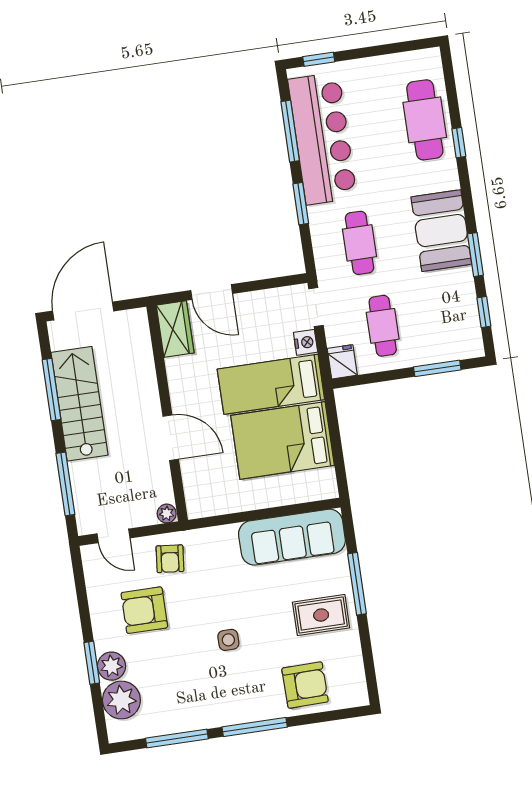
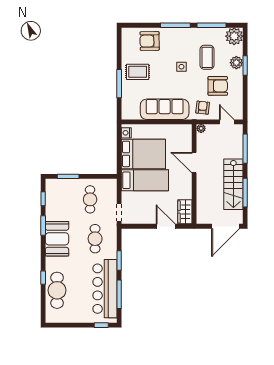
nightstand: (306, 342) -> (126, 133), moved
fridge: (342, 362) -> (111, 186), removed
sofa: (292, 537) -> (165, 109), moved
coffee table: (176, 668) -> (207, 57), added
plant: (121, 700) -> (234, 36), moved

